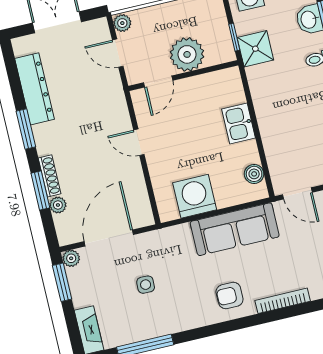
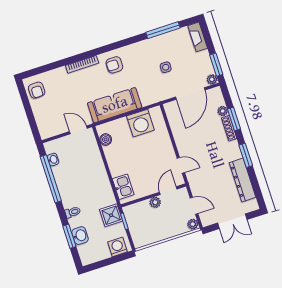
plant: (187, 54) -> (155, 202), width x0.53, depth x0.53
kitchen sink: (239, 123) -> (123, 187), moved
door: (139, 142) -> (181, 165), moved
armchair: (230, 296) -> (114, 65), turned 180

